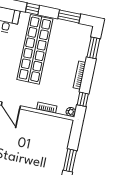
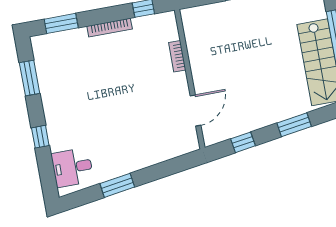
shop shelf: (35, 49) -> (98, 109), removed
plant: (71, 112) -> (169, 18), removed

